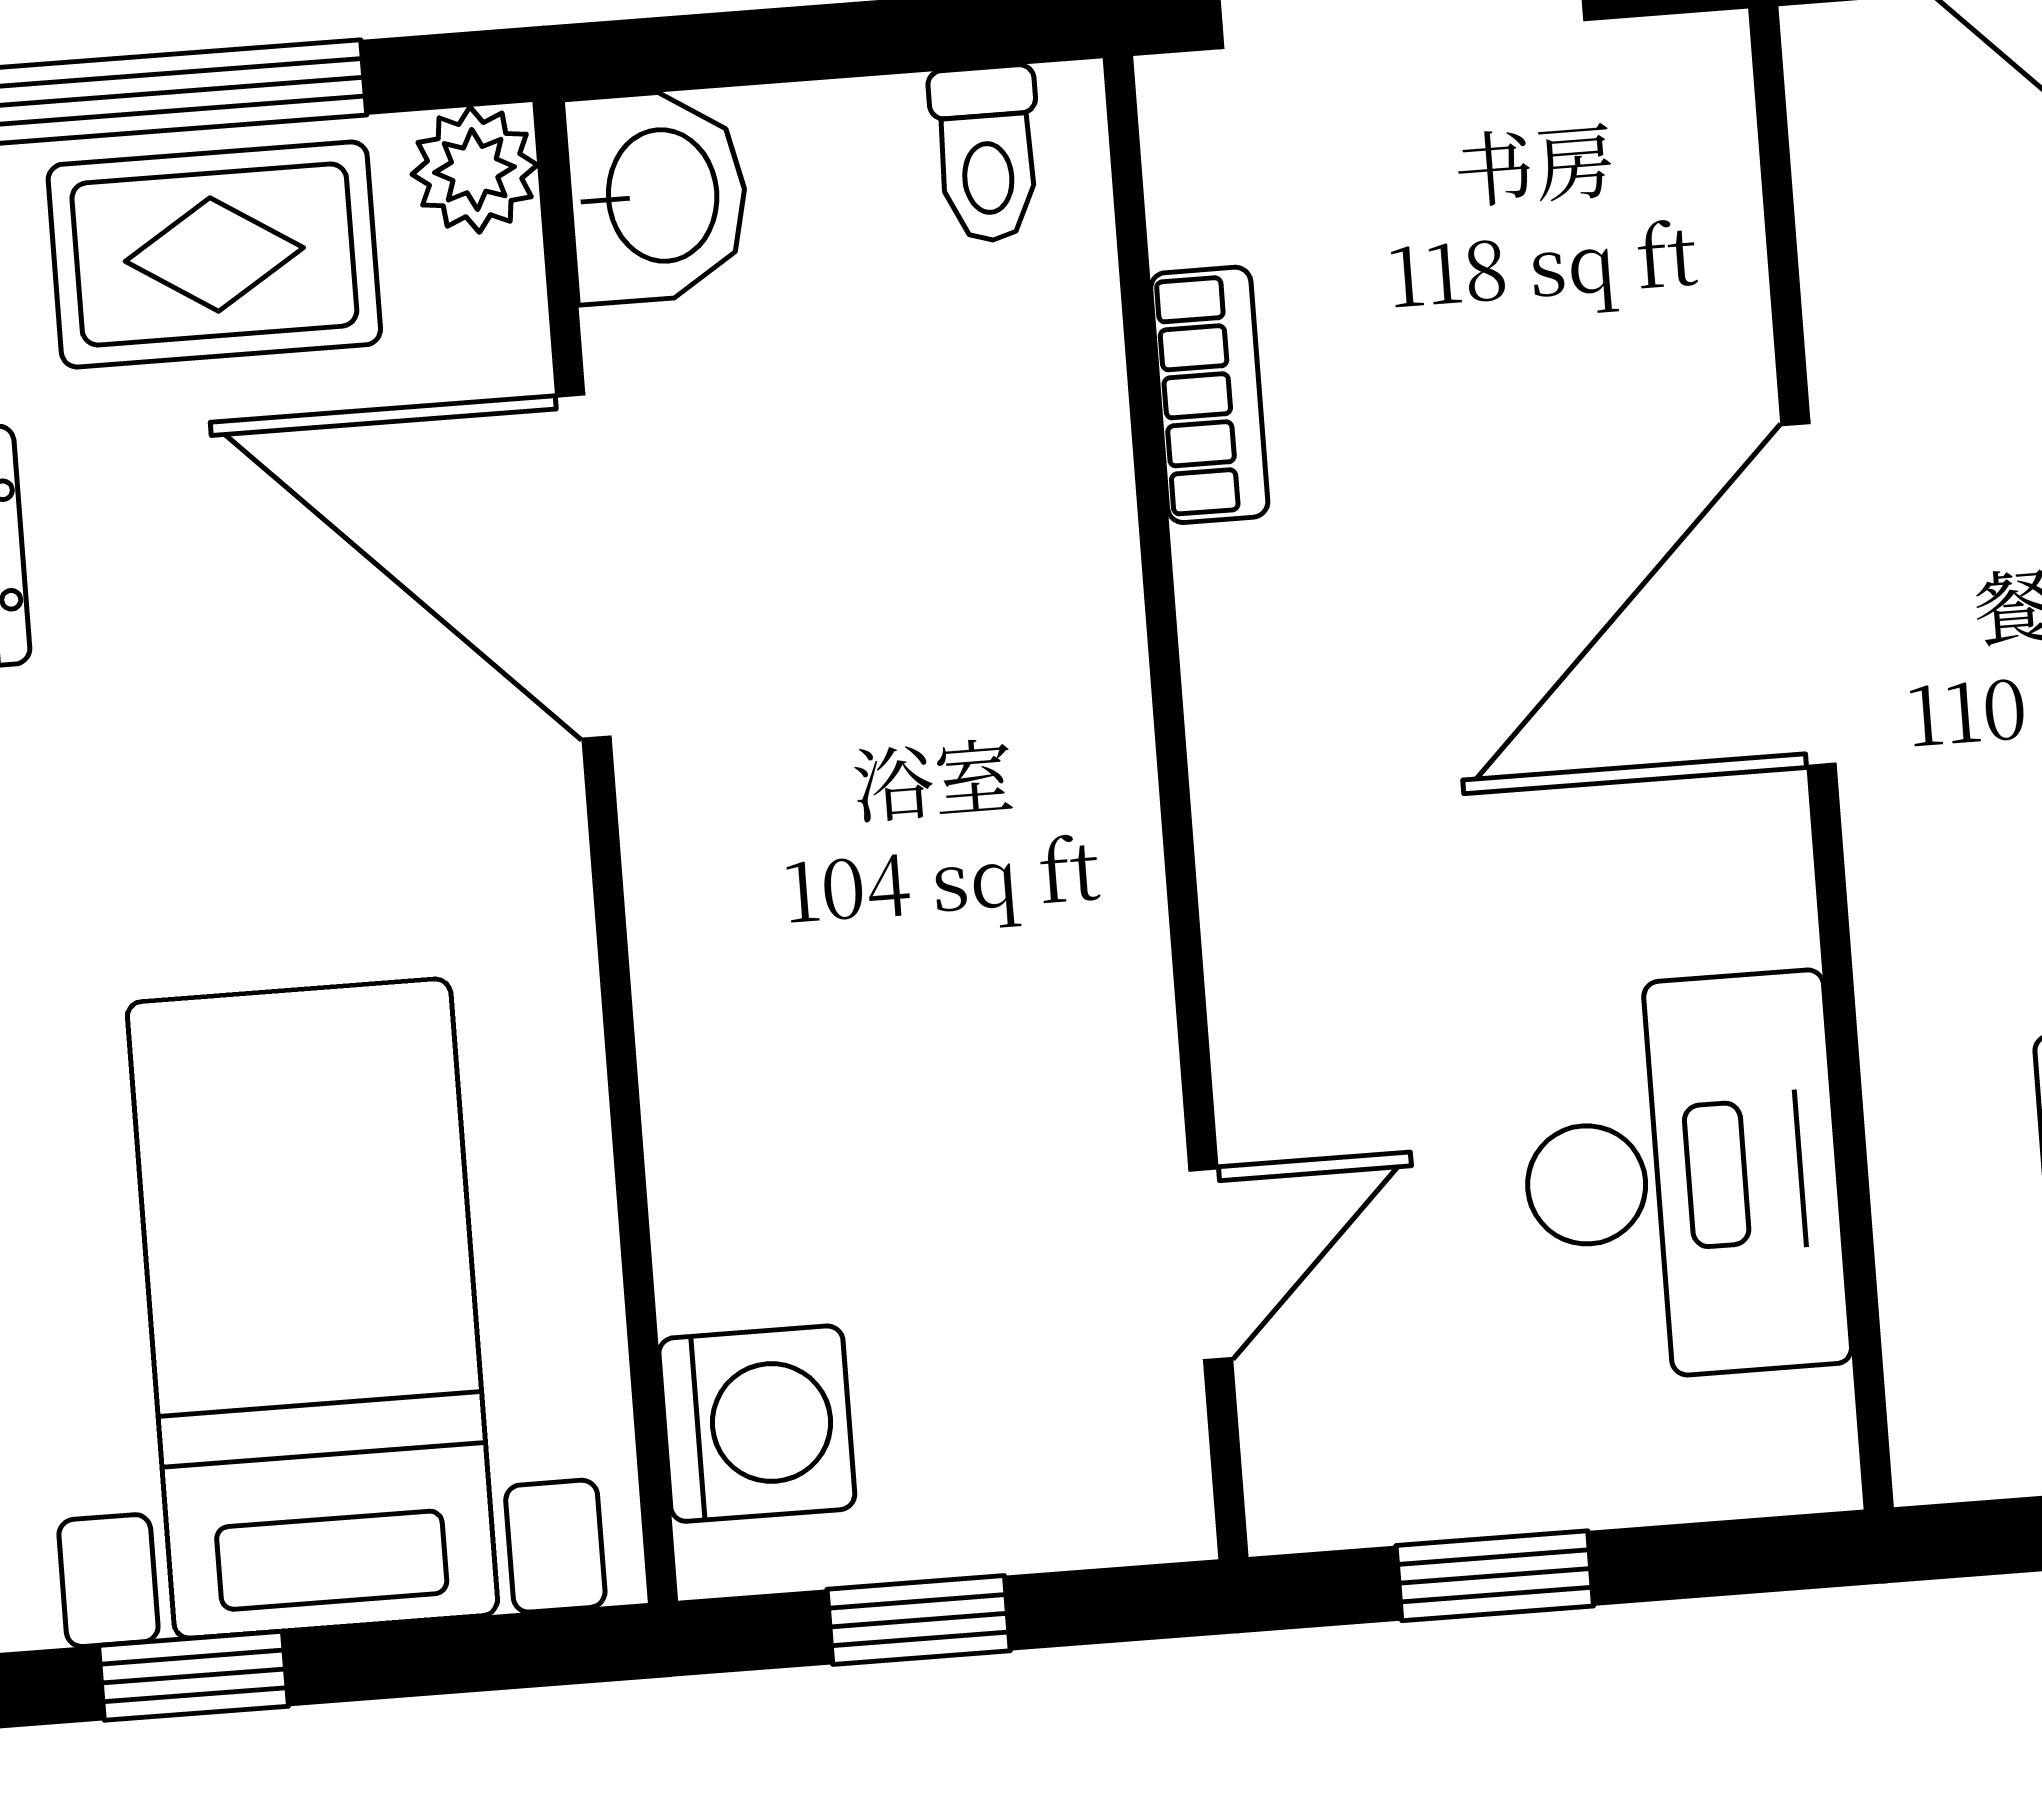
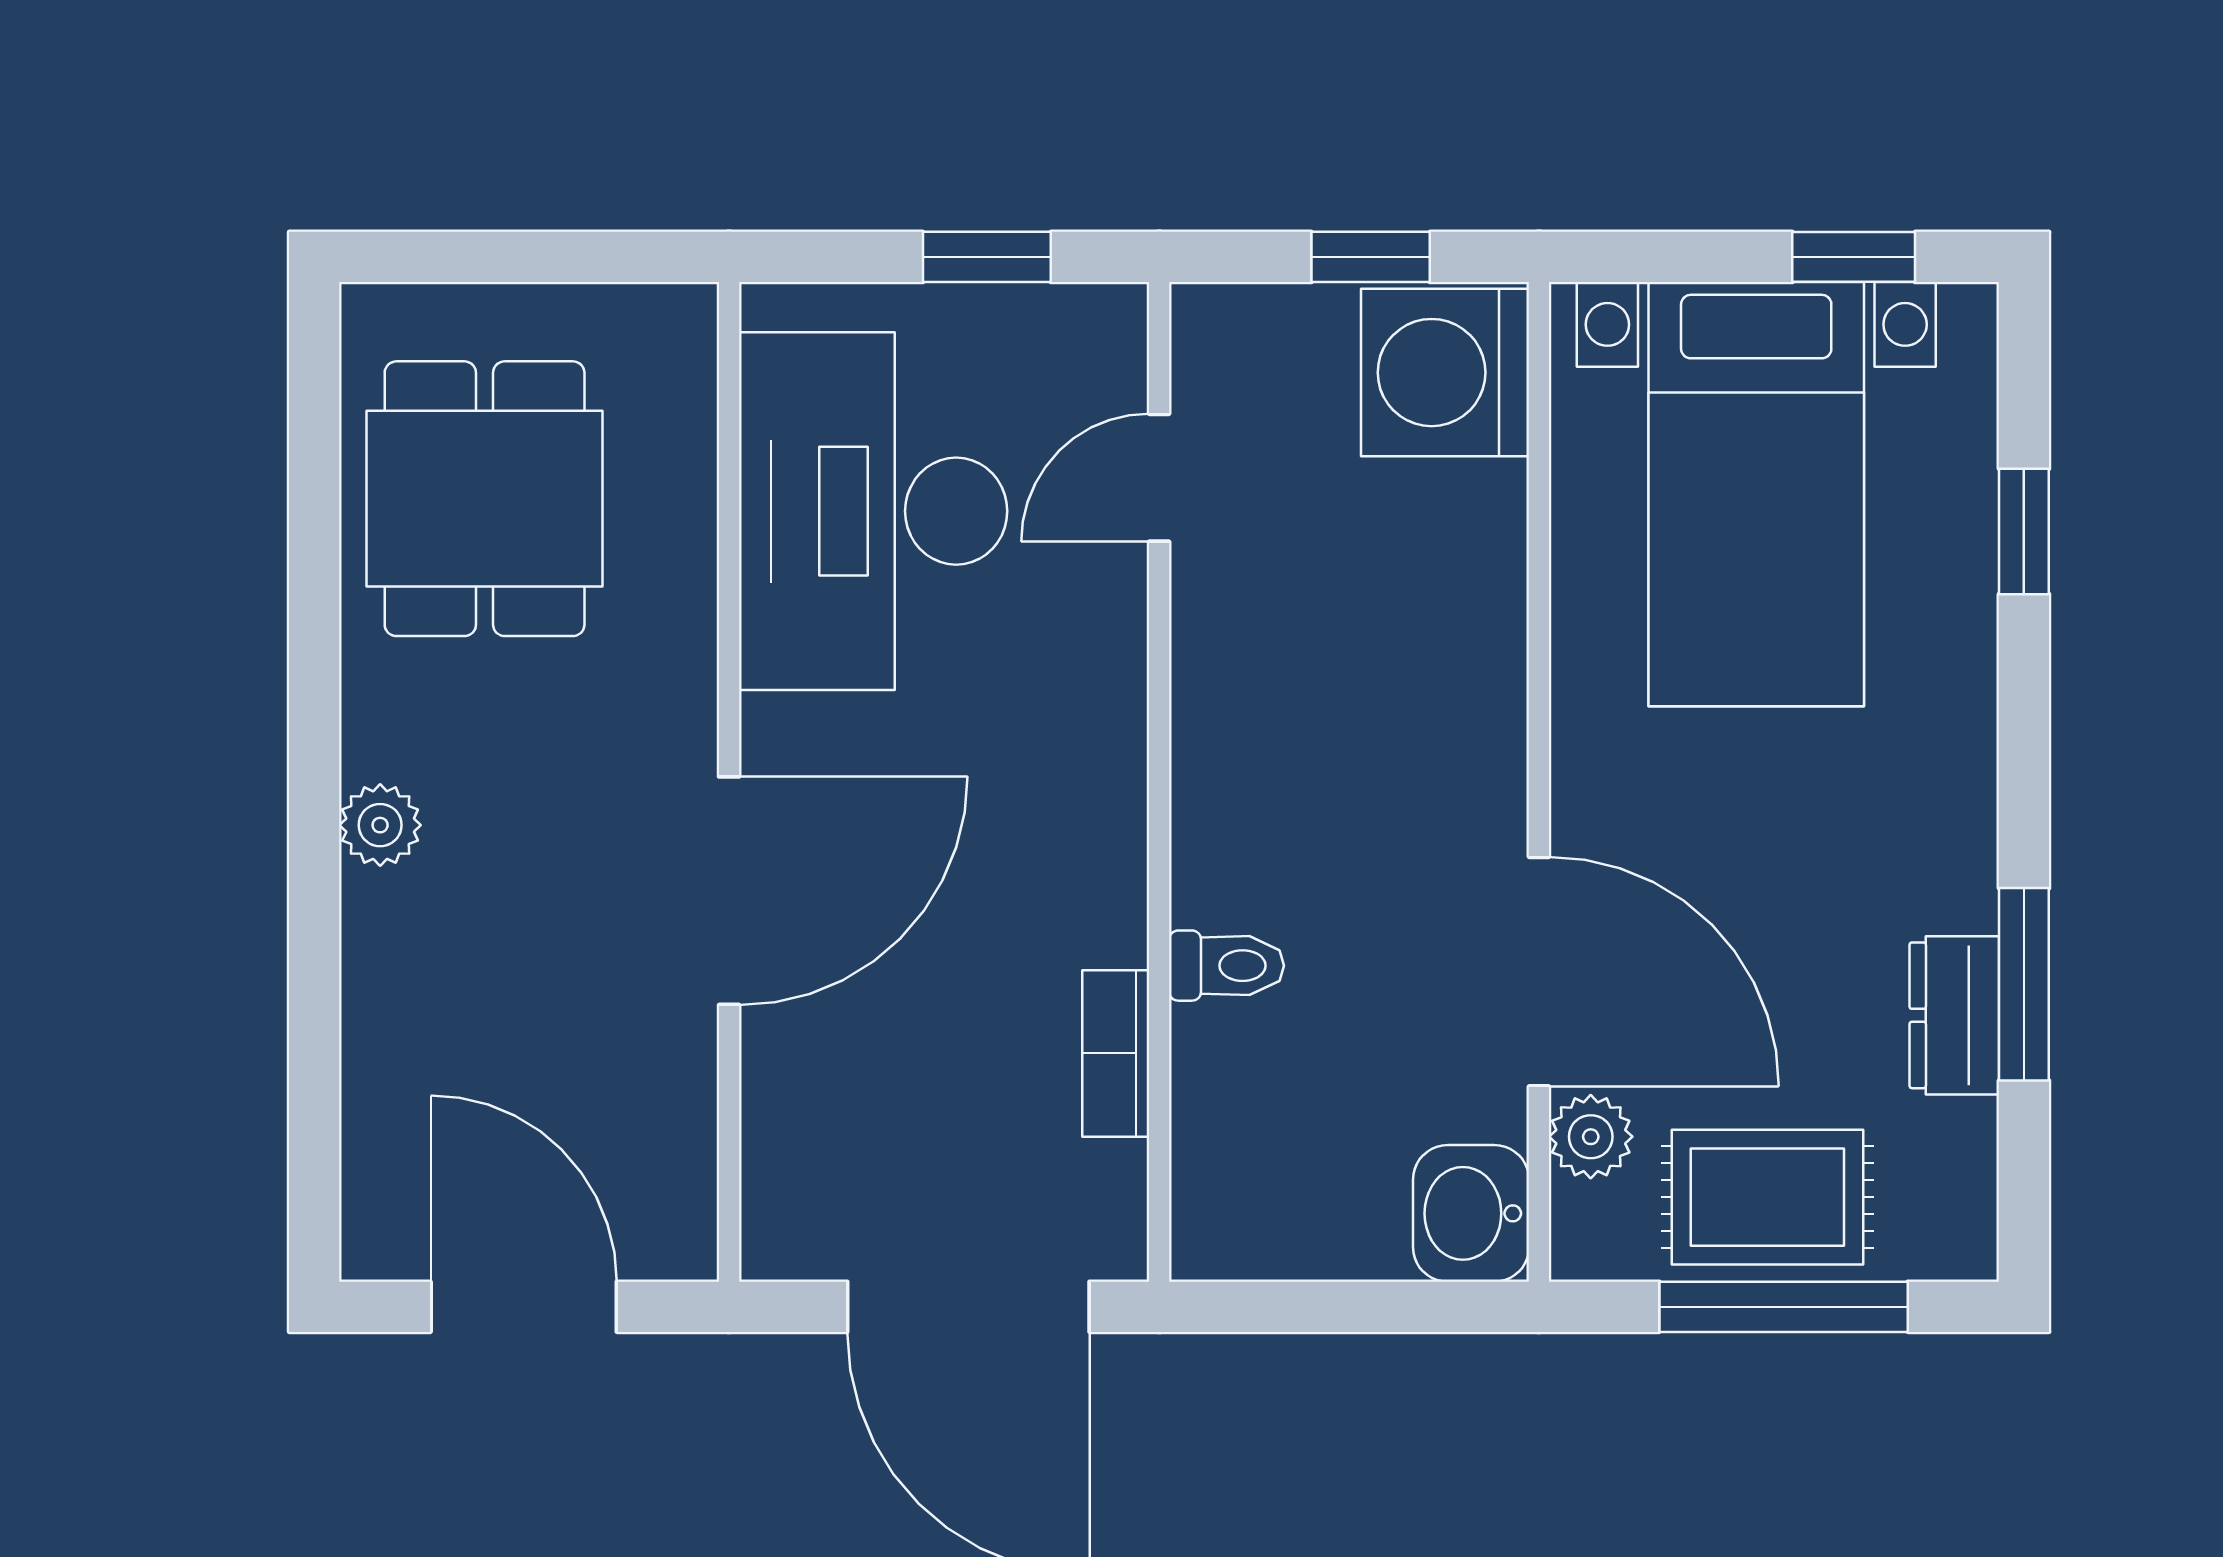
toilet: (986, 154) -> (1226, 966), moved, turned 90
plant: (475, 170) -> (1591, 1137), moved
desk: (1683, 1177) -> (873, 511), width x1.36, depth x1.30
washing machine: (757, 1424) -> (1445, 373), width x1.37, depth x1.37

